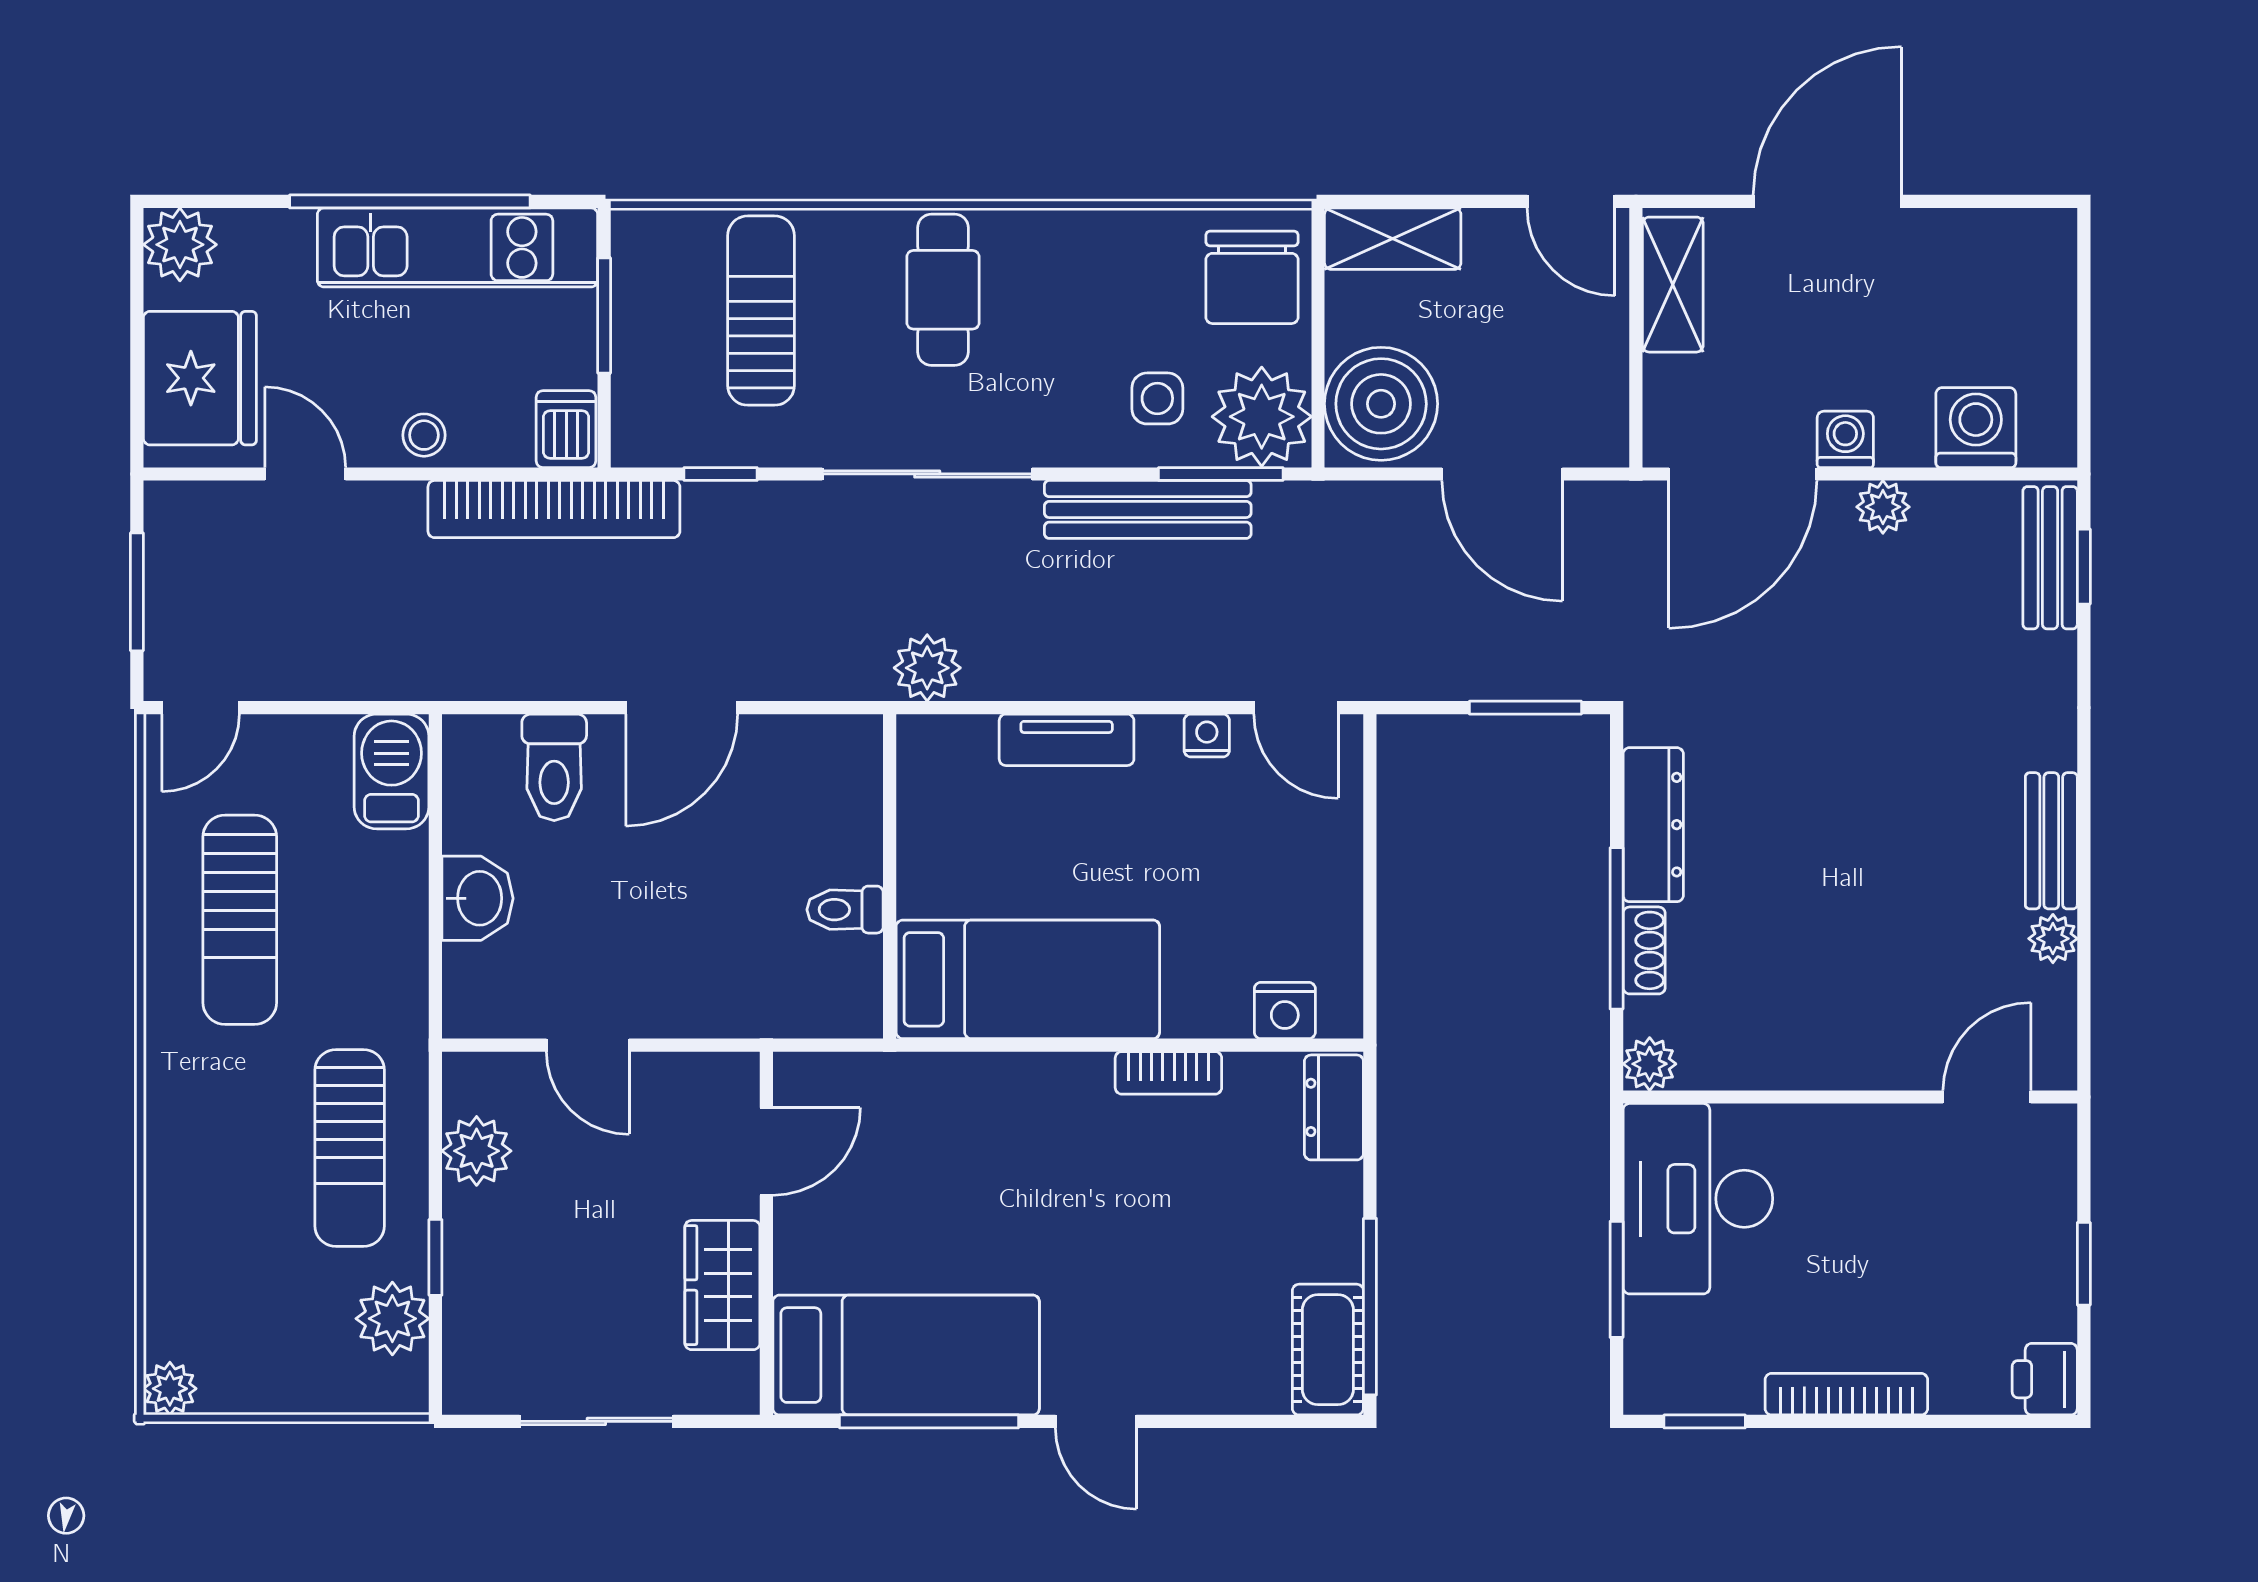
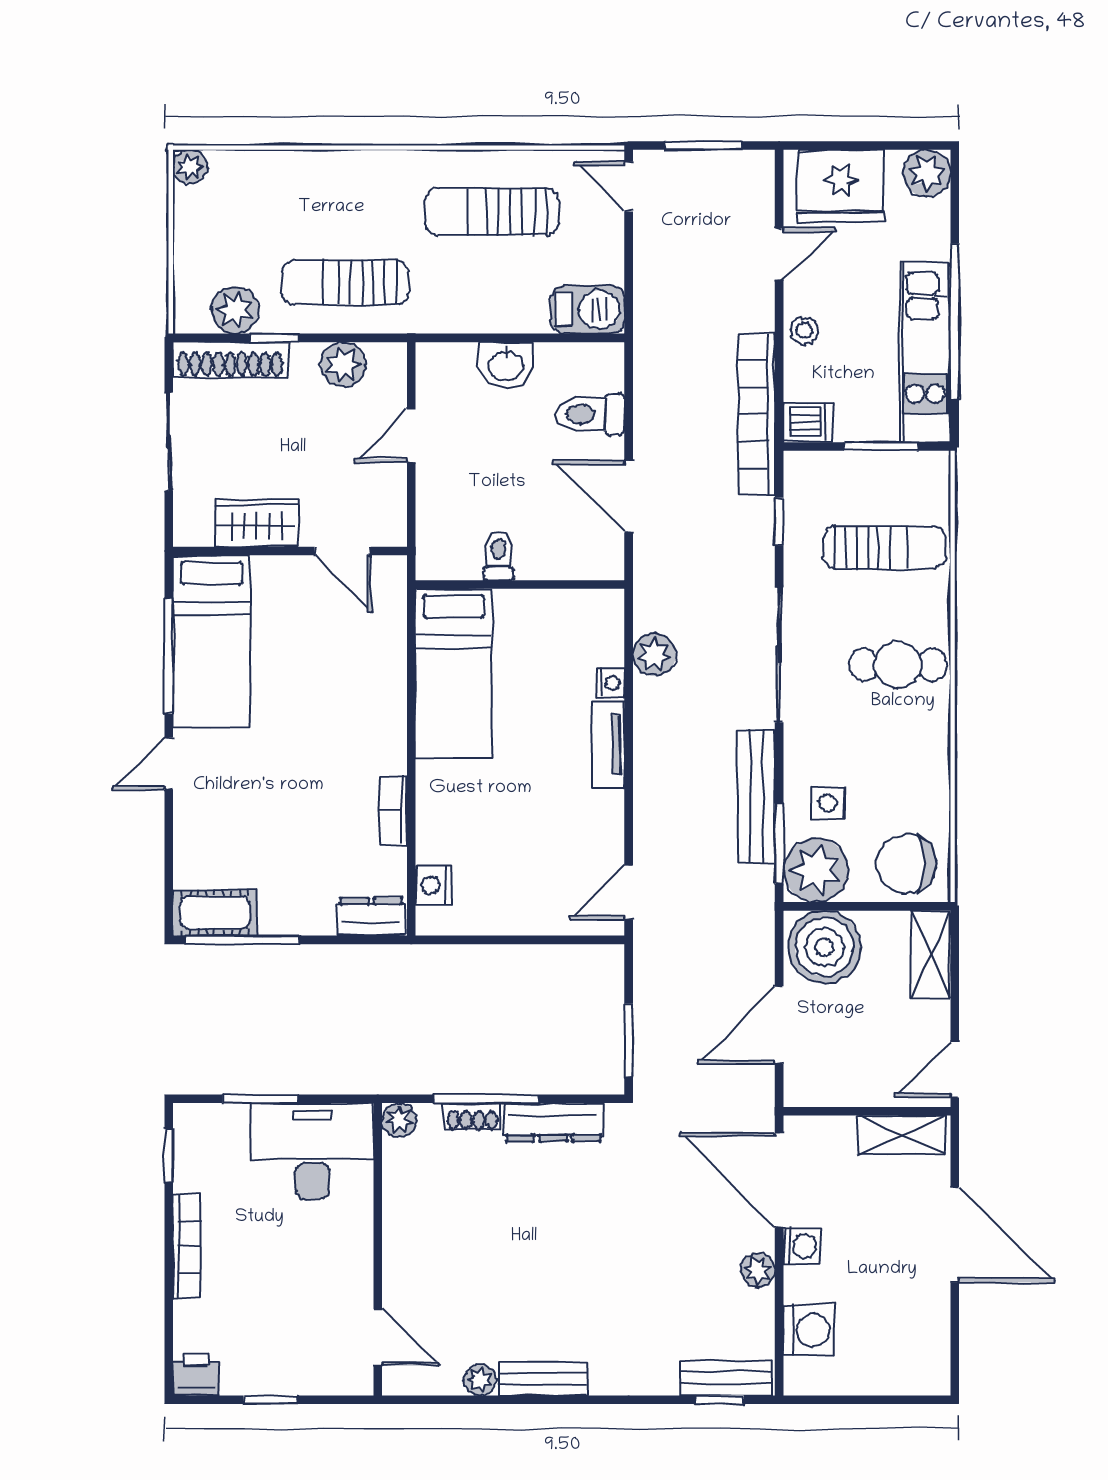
nightstand: (1207, 736) -> (611, 683), moved
wall: (890, 876) -> (520, 585), moved
toilet: (845, 910) -> (499, 556), moved
bed: (1028, 979) -> (454, 674), moved
shoe rack: (469, 1326) -> (230, 360), added

